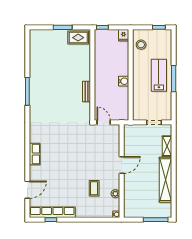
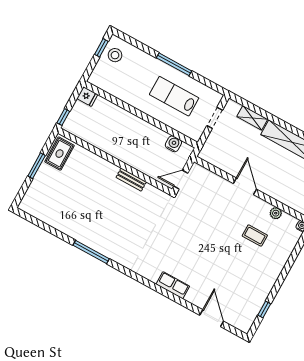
stool: (141, 45) -> (115, 55), moved
lab bench: (159, 75) -> (174, 96), moved
water cooler: (124, 81) -> (173, 144), moved
row of seats: (52, 212) -> (256, 303), removed

